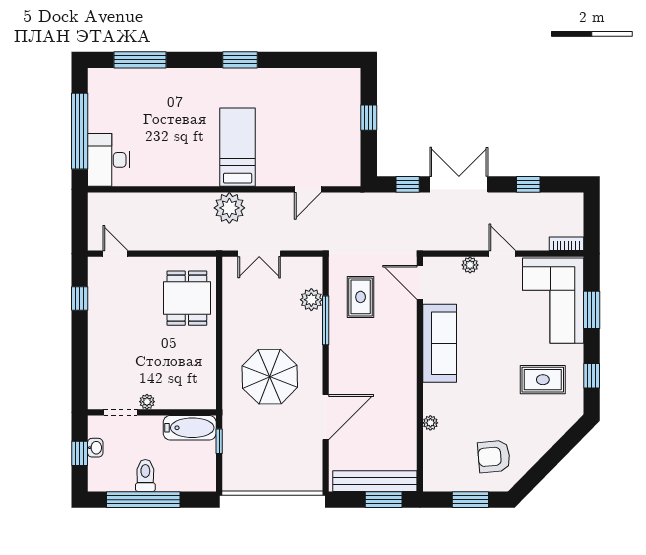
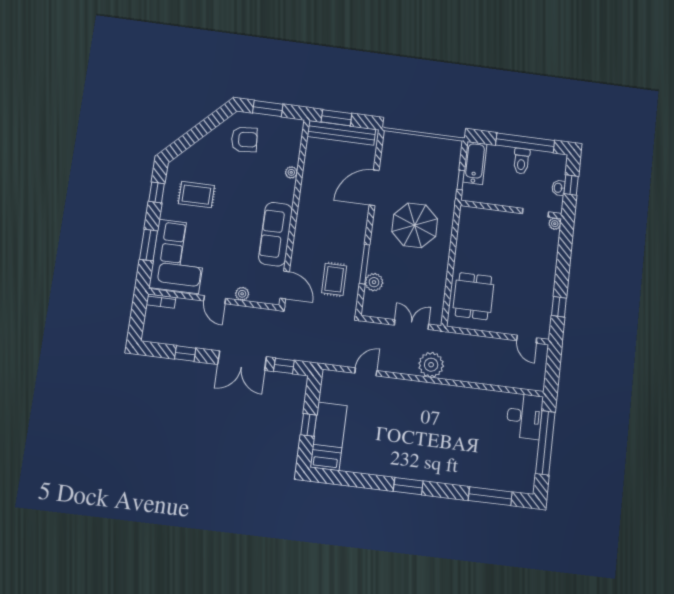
bed: (238, 147) -> (329, 436), moved, turned 180
plant: (147, 402) -> (555, 224), moved
bathtub: (190, 428) -> (475, 163), moved, turned 90

